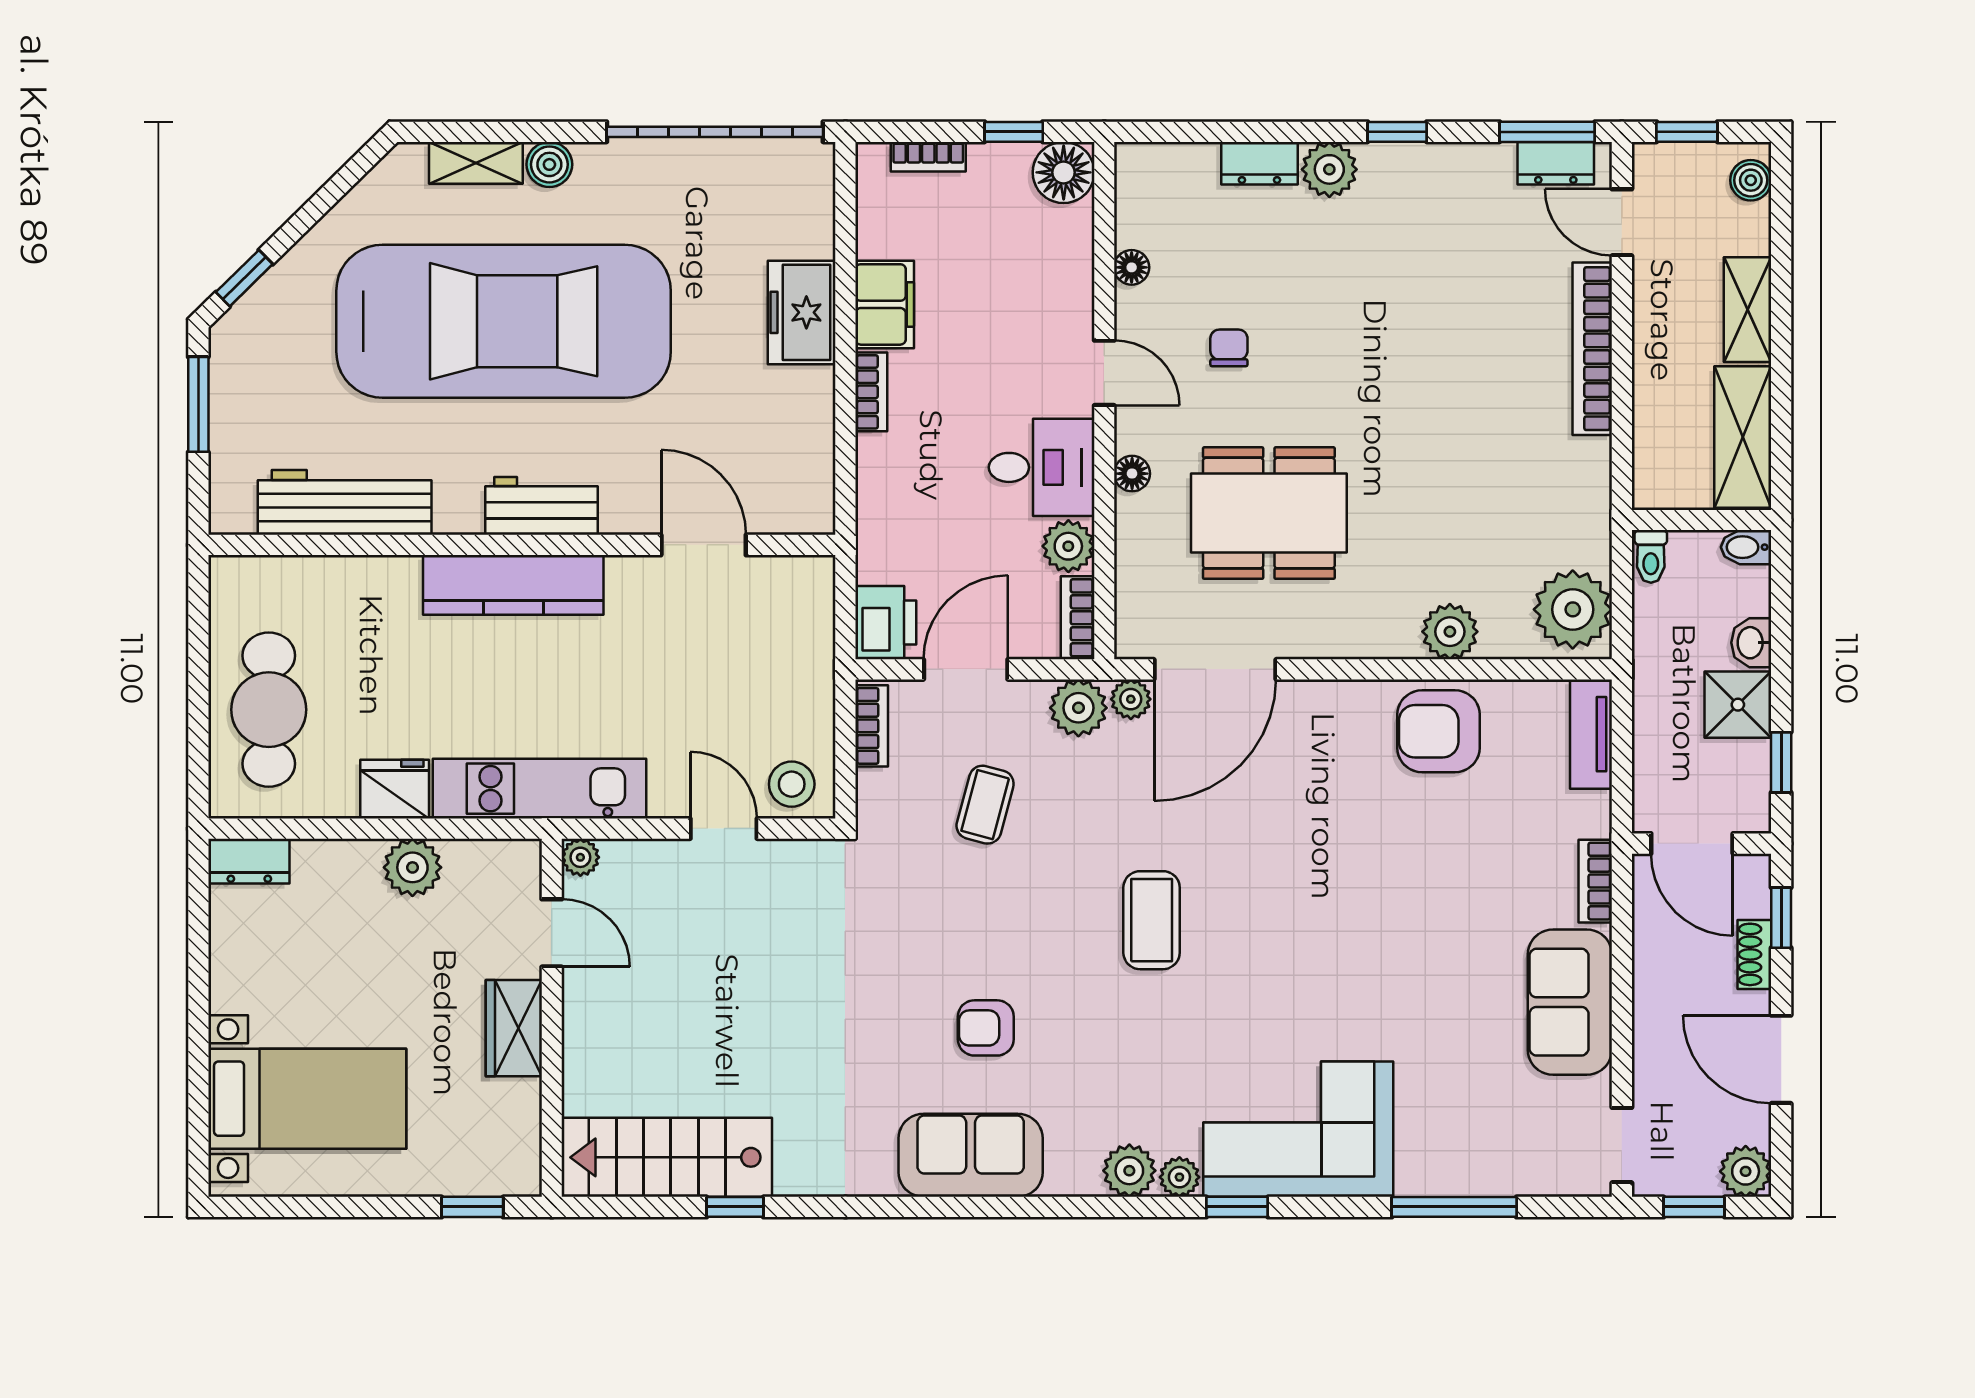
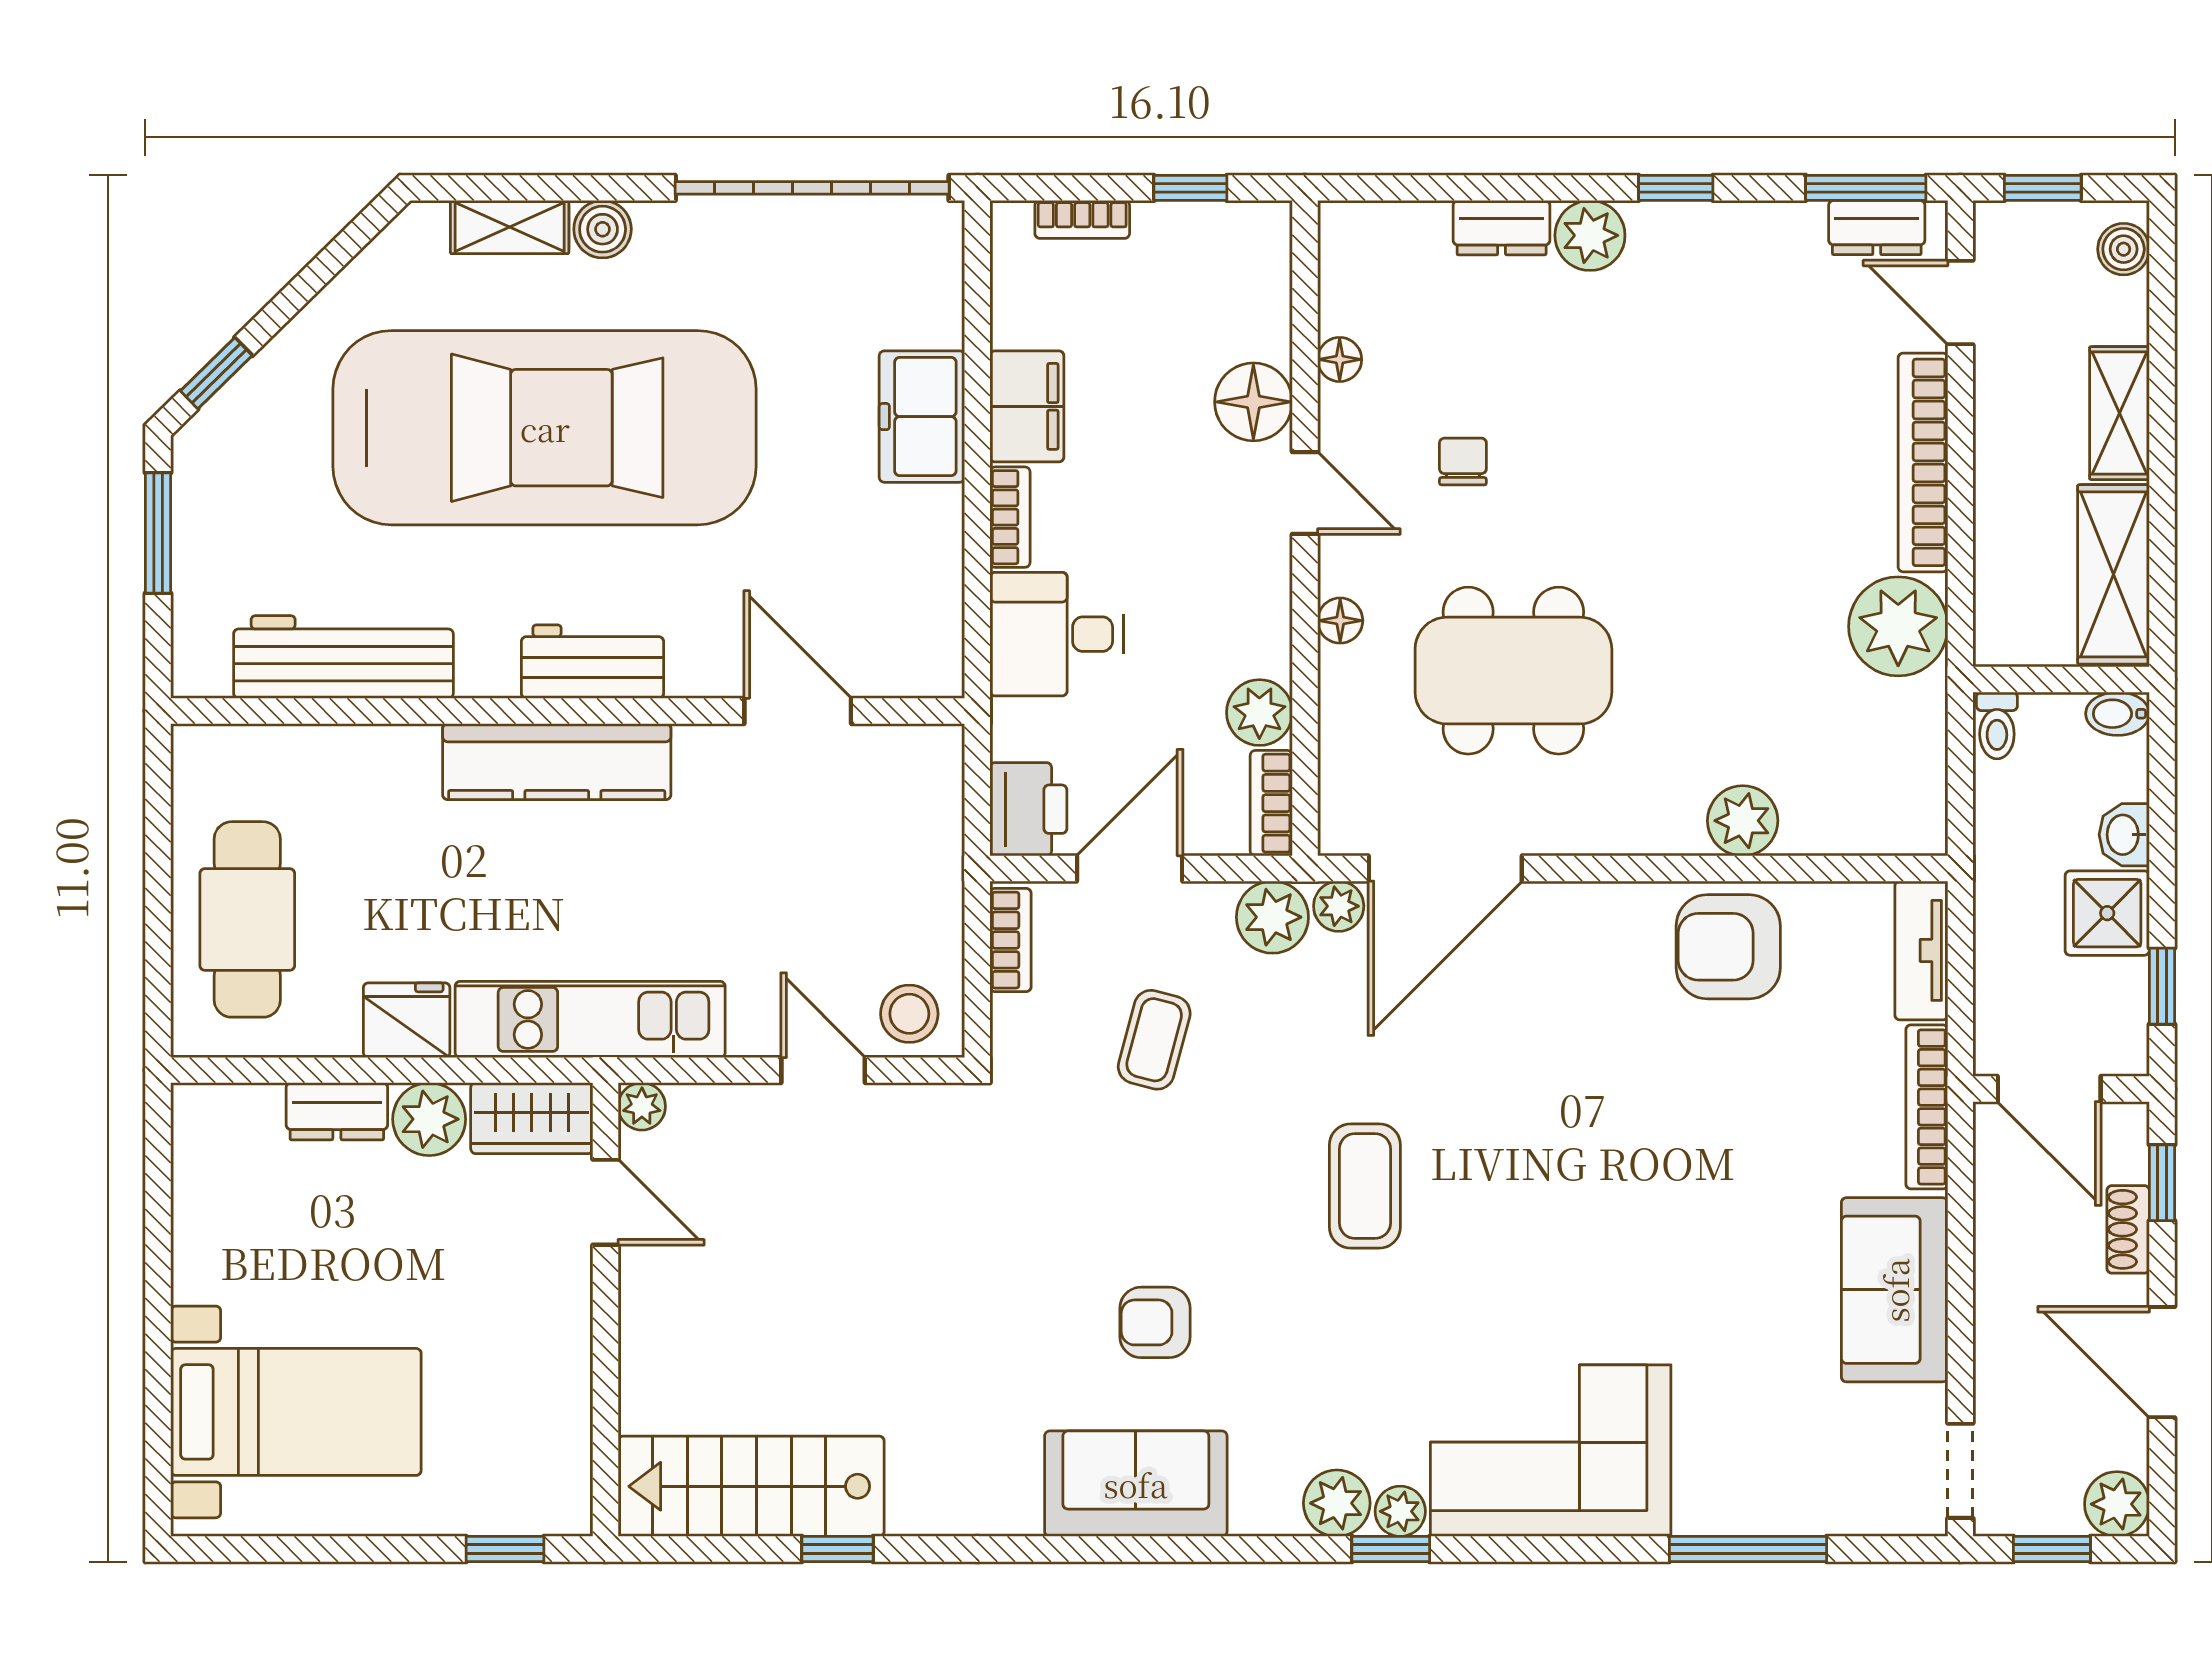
floor lamp: (1064, 172) -> (1253, 402), moved
desk: (1042, 467) -> (1057, 634), moved, turned 180
plant: (1573, 609) -> (1898, 626), moved
dresser: (249, 861) -> (337, 1111), moved
bookcase: (1595, 881) -> (1927, 1107), width x1.56
wardrobe: (514, 1028) -> (532, 1118), moved, turned -90
window: (1237, 1207) -> (1391, 1549), moved

